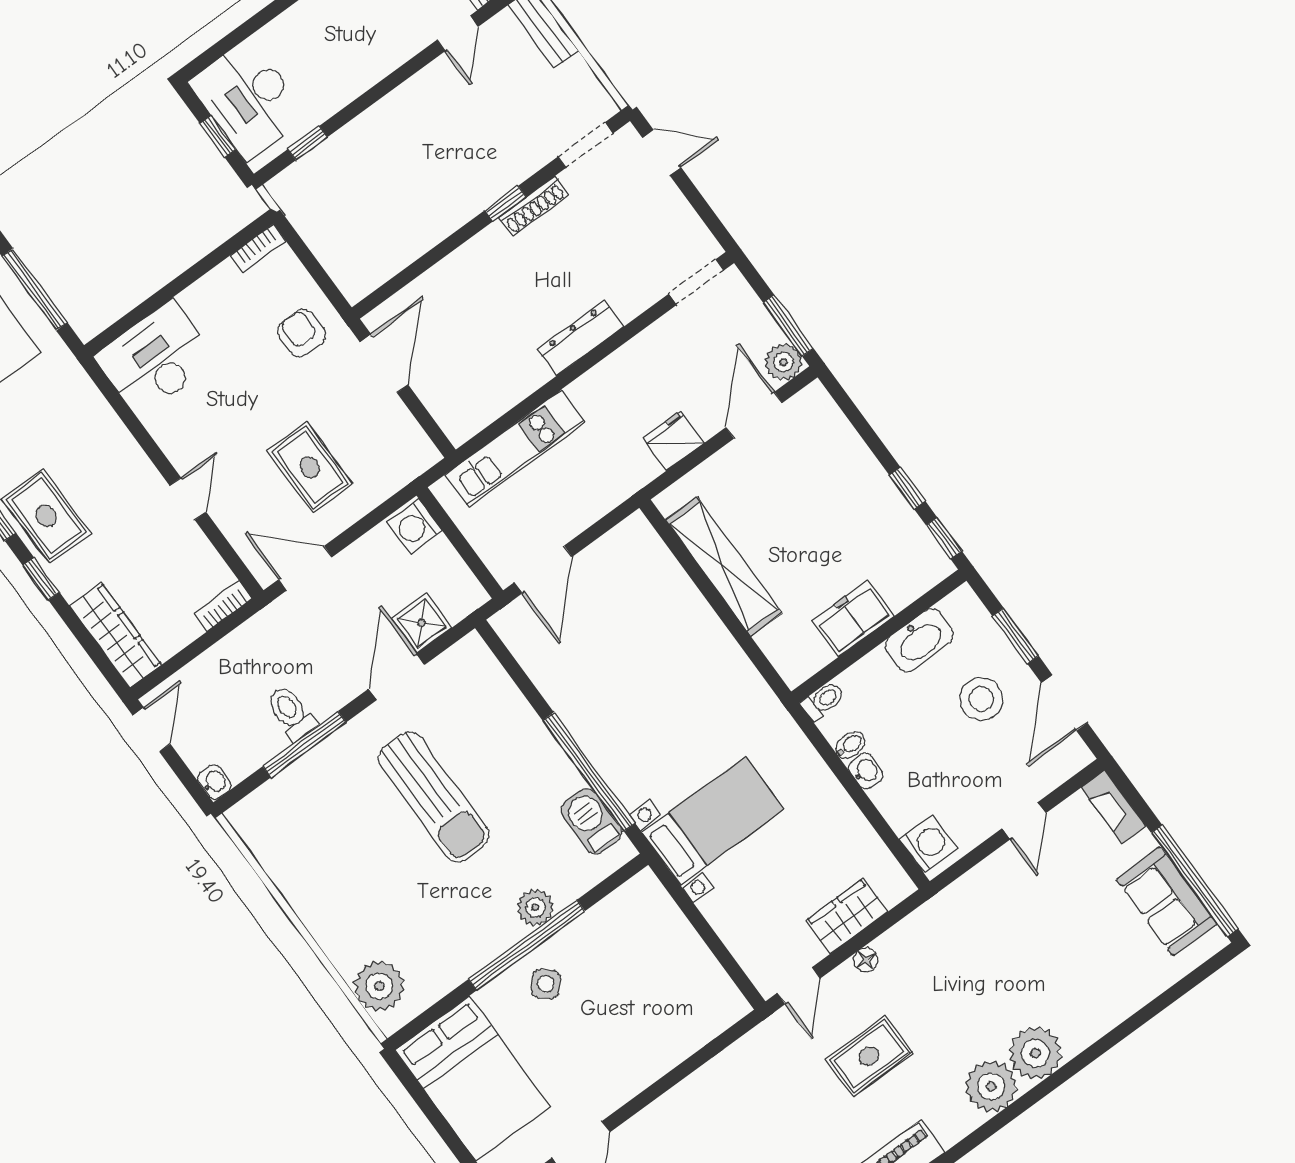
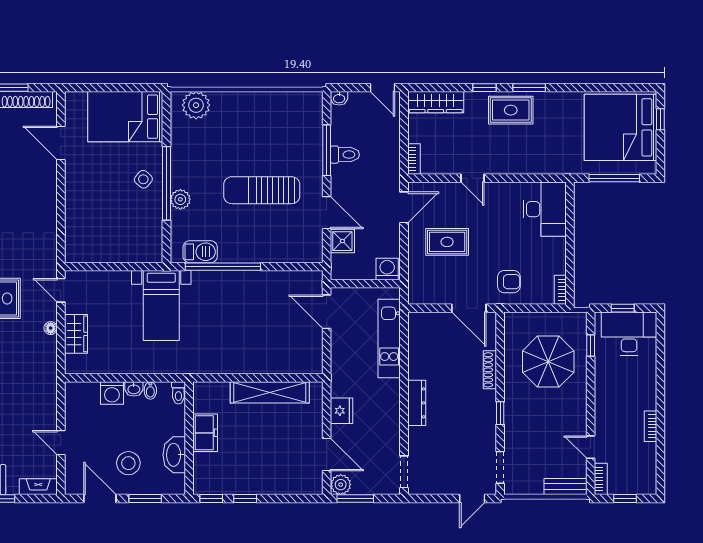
parasol: (377, 188) -> (548, 362), added
shoe rack: (534, 206) -> (490, 370), moved
washing machine: (928, 844) -> (112, 393), moved

